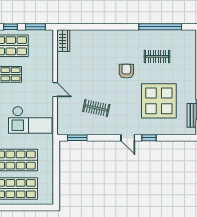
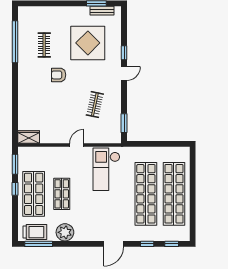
checkout: (30, 120) -> (106, 169), turned 180

